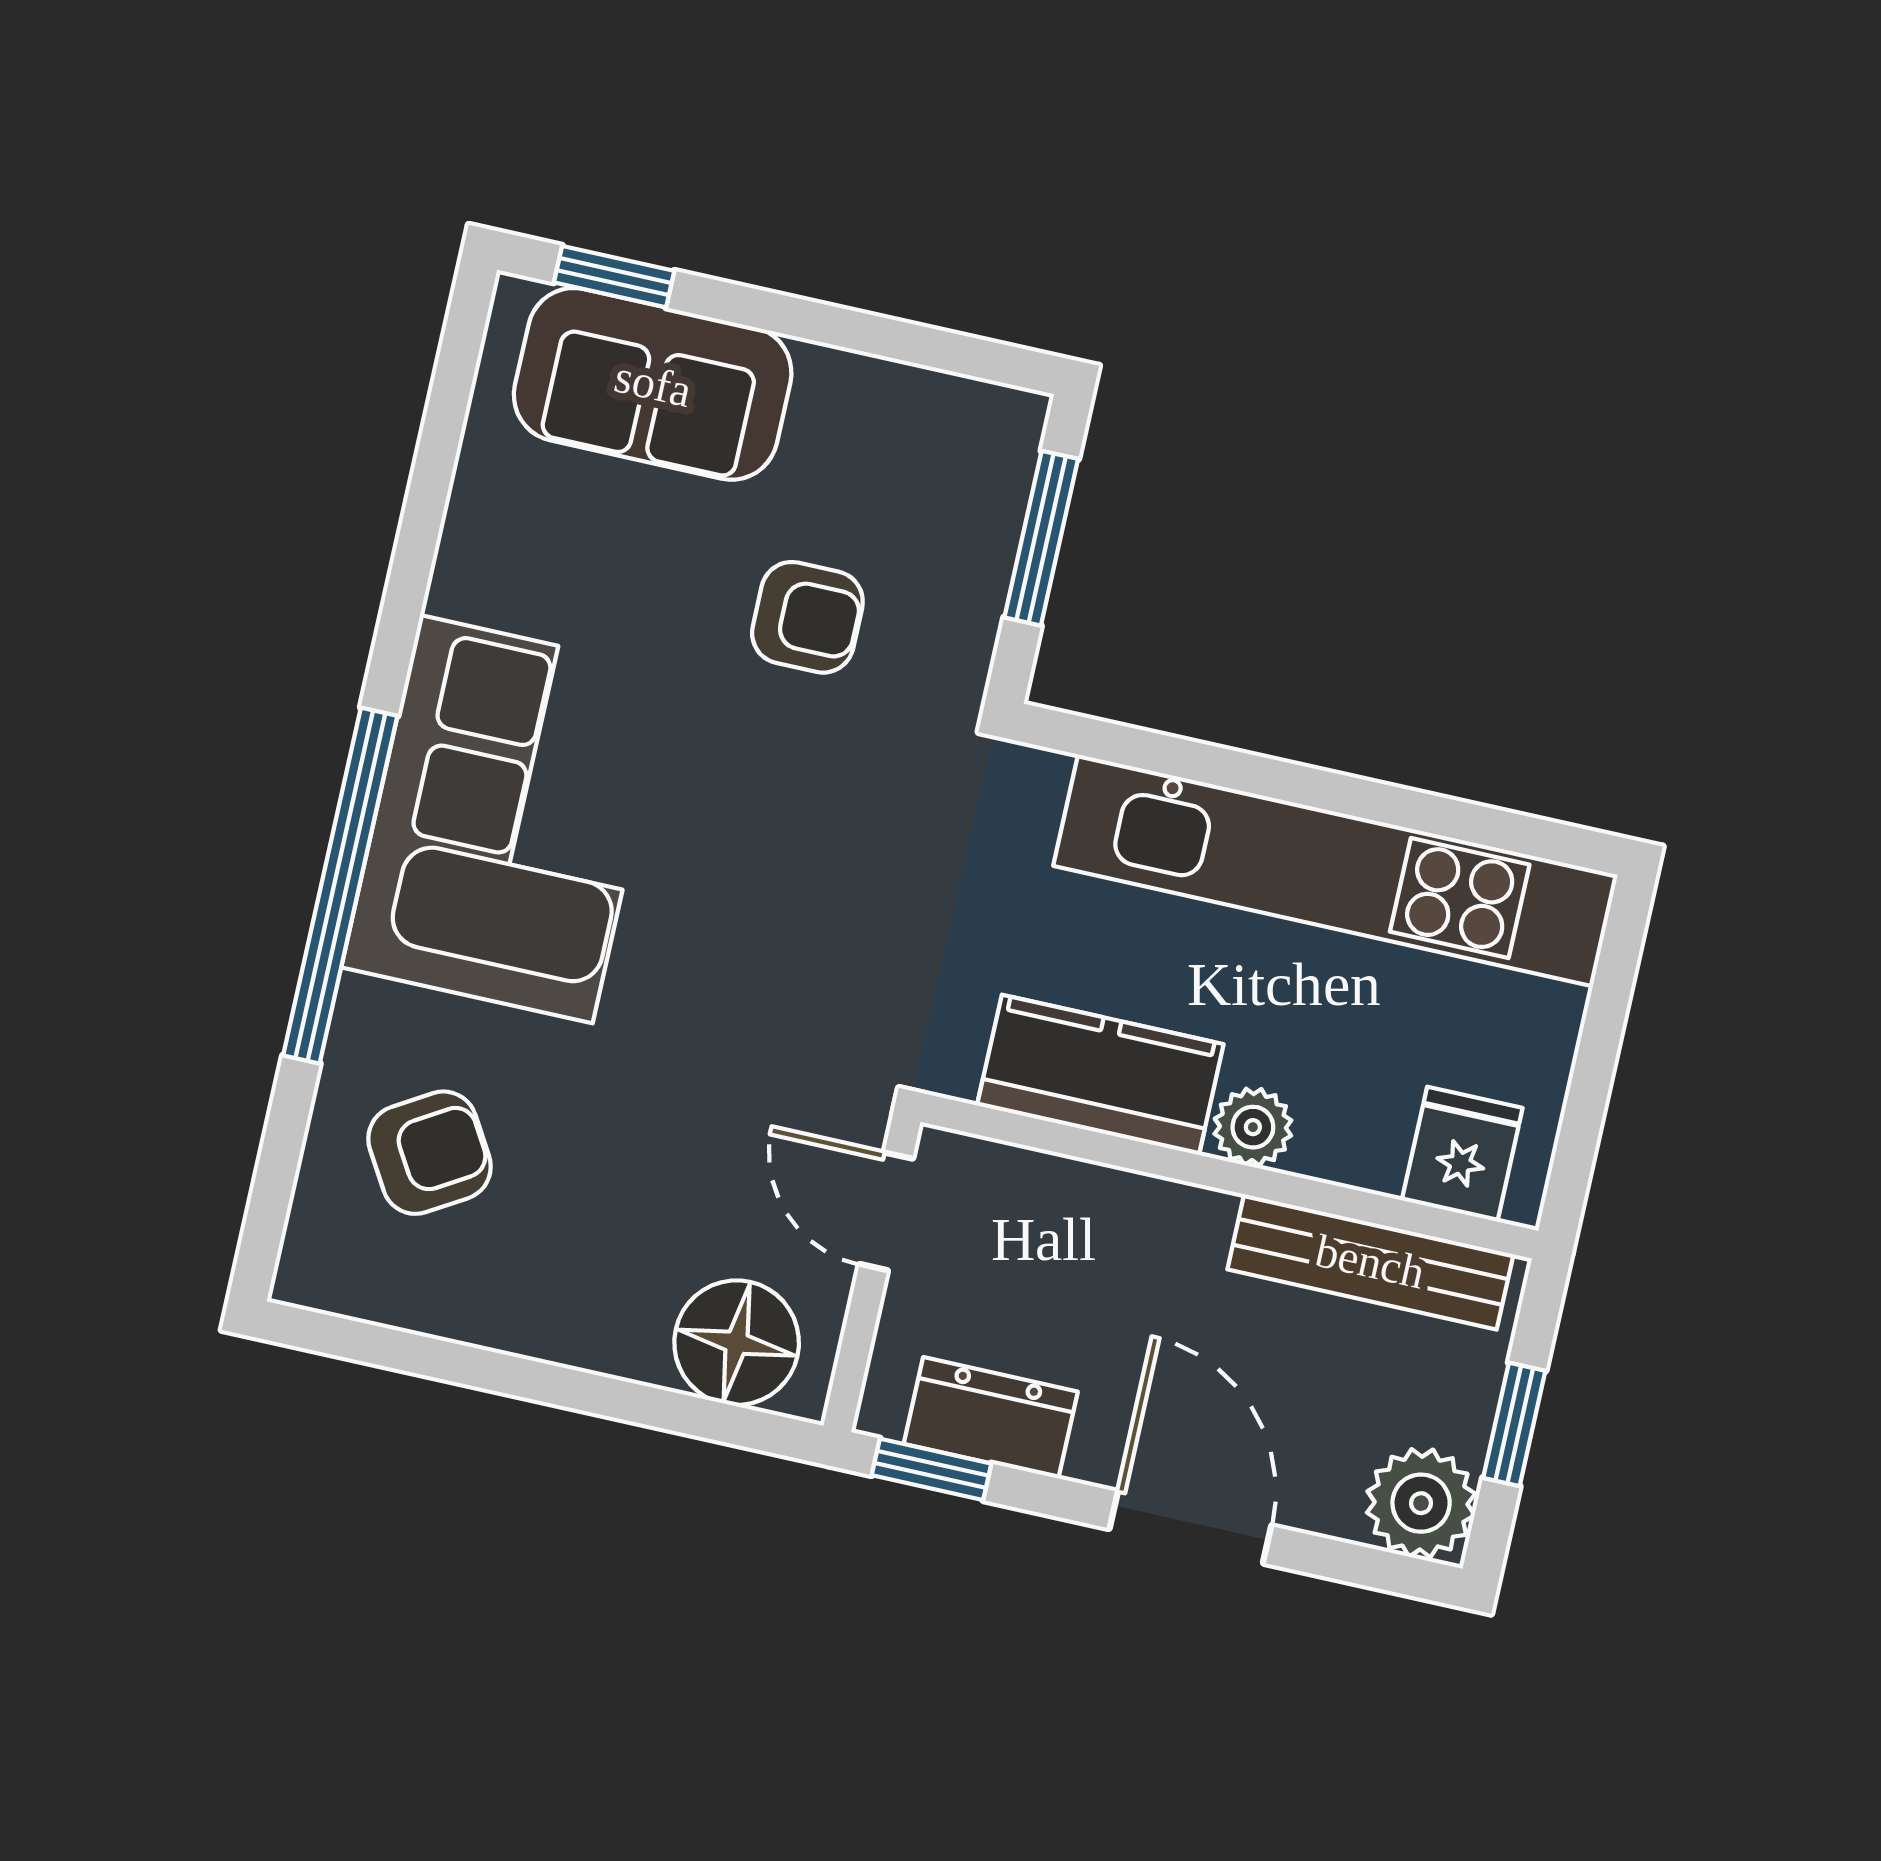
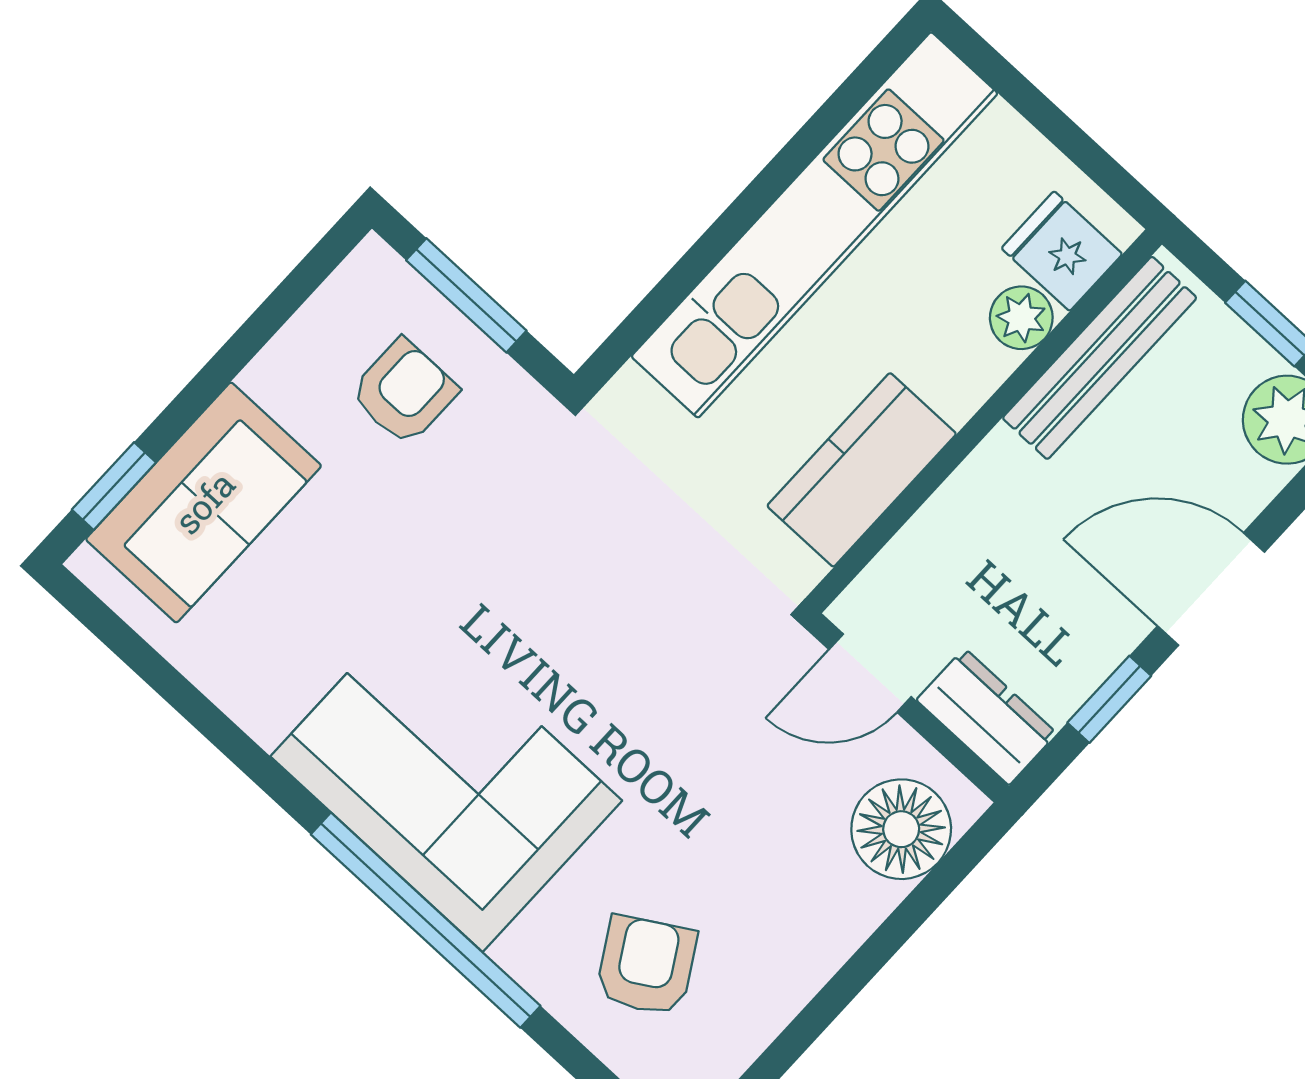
armchair: (807, 617) -> (404, 392), moved
plant: (1253, 1127) -> (1021, 318), moved
dresser: (991, 1418) -> (987, 717), moved, turned 90
window: (932, 1469) -> (1109, 699), moved

